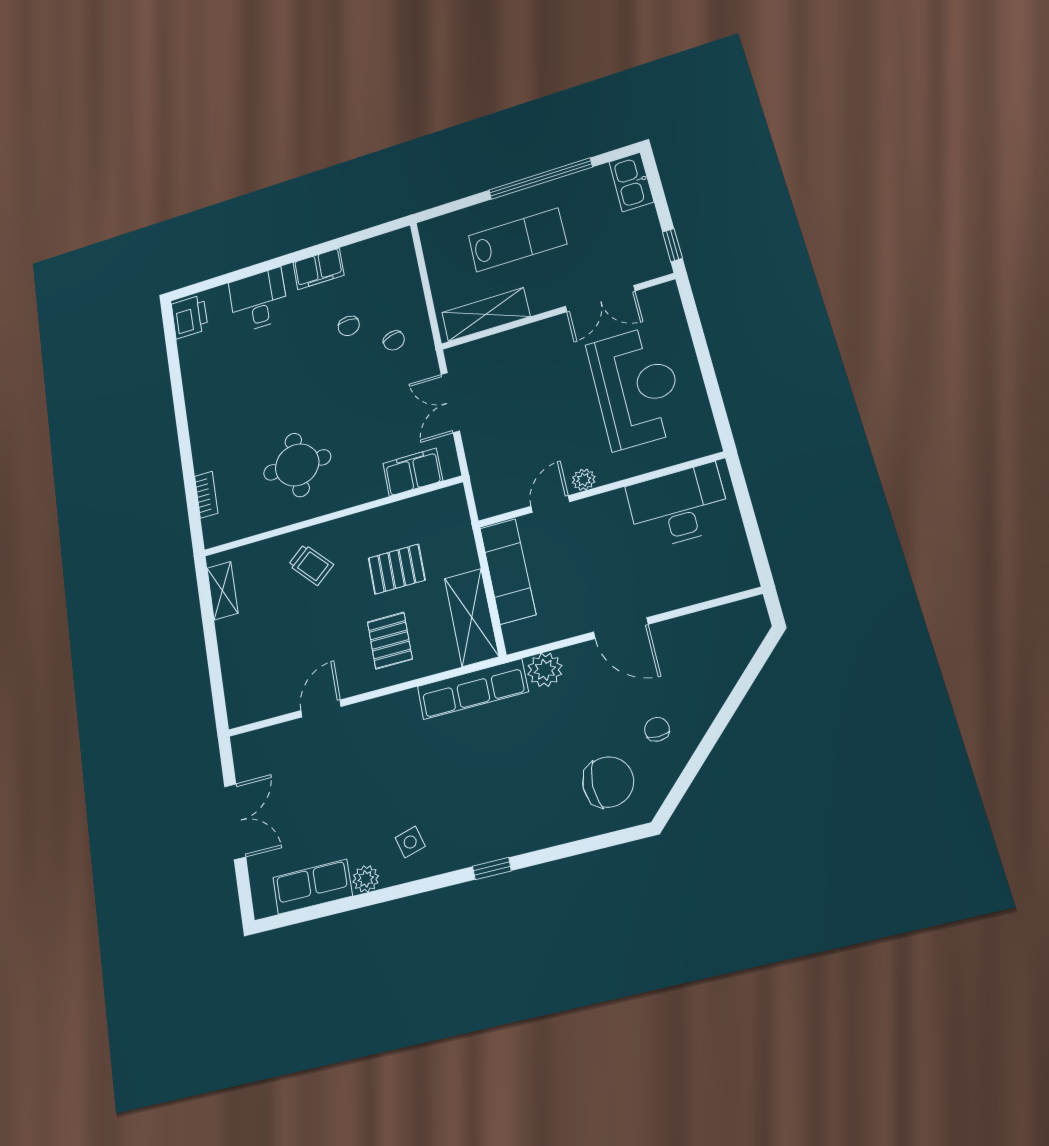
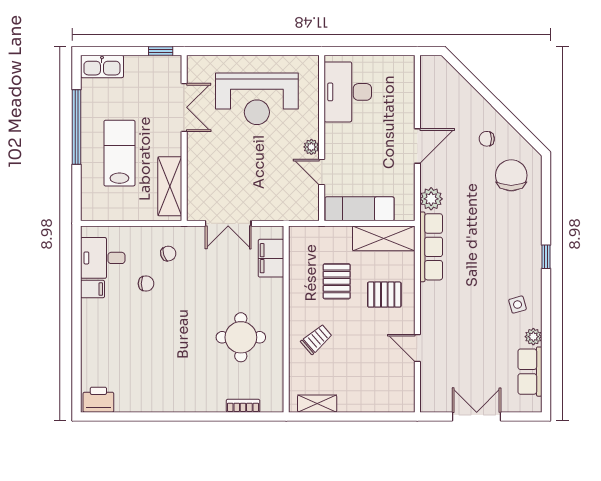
filing cabinet: (318, 269) -> (92, 289), width x0.50
desk: (258, 300) -> (103, 258), moved
reception desk: (636, 387) -> (257, 99), turned 180

